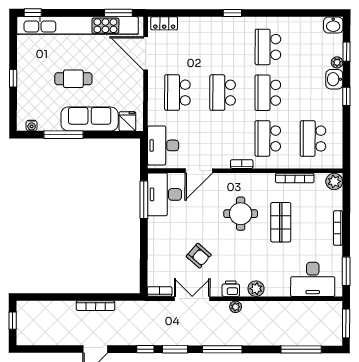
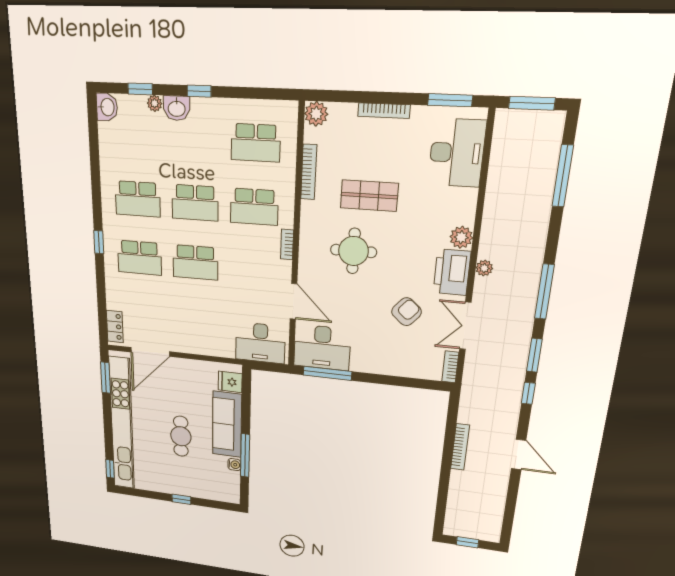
school desk: (177, 93) -> (140, 258), moved
water cooler: (32, 126) -> (234, 465), moved
printer: (231, 289) -> (452, 272), width x1.87, depth x1.48

